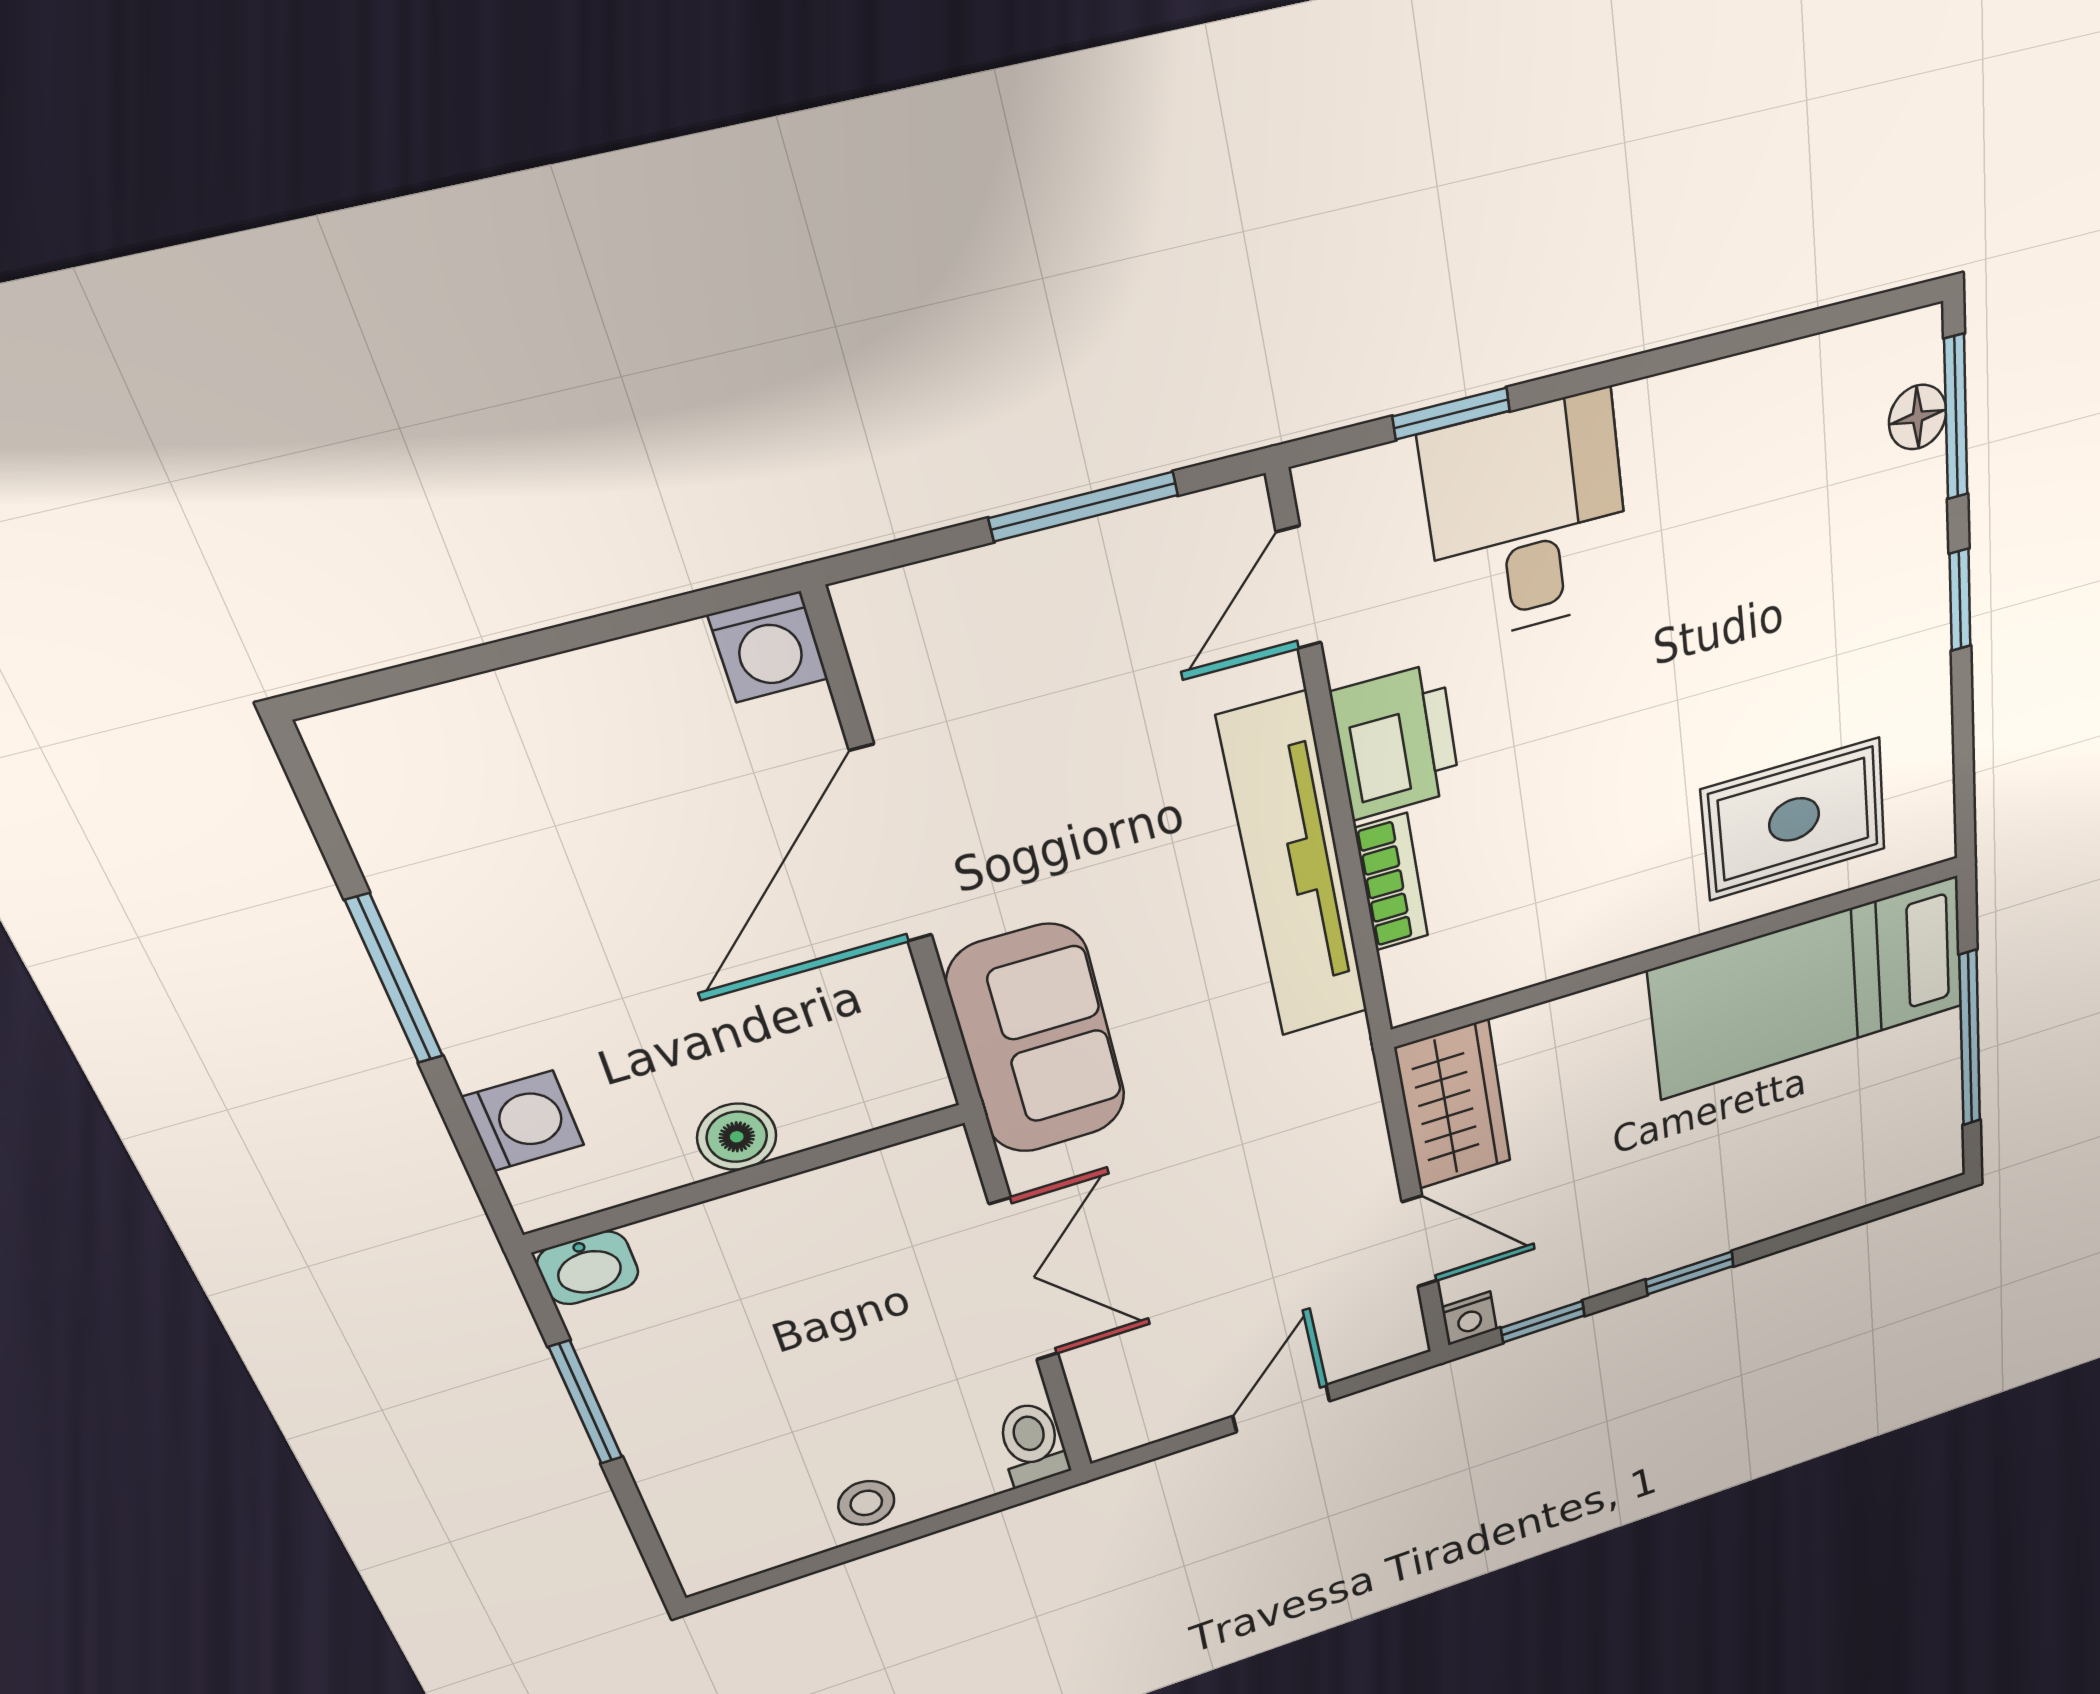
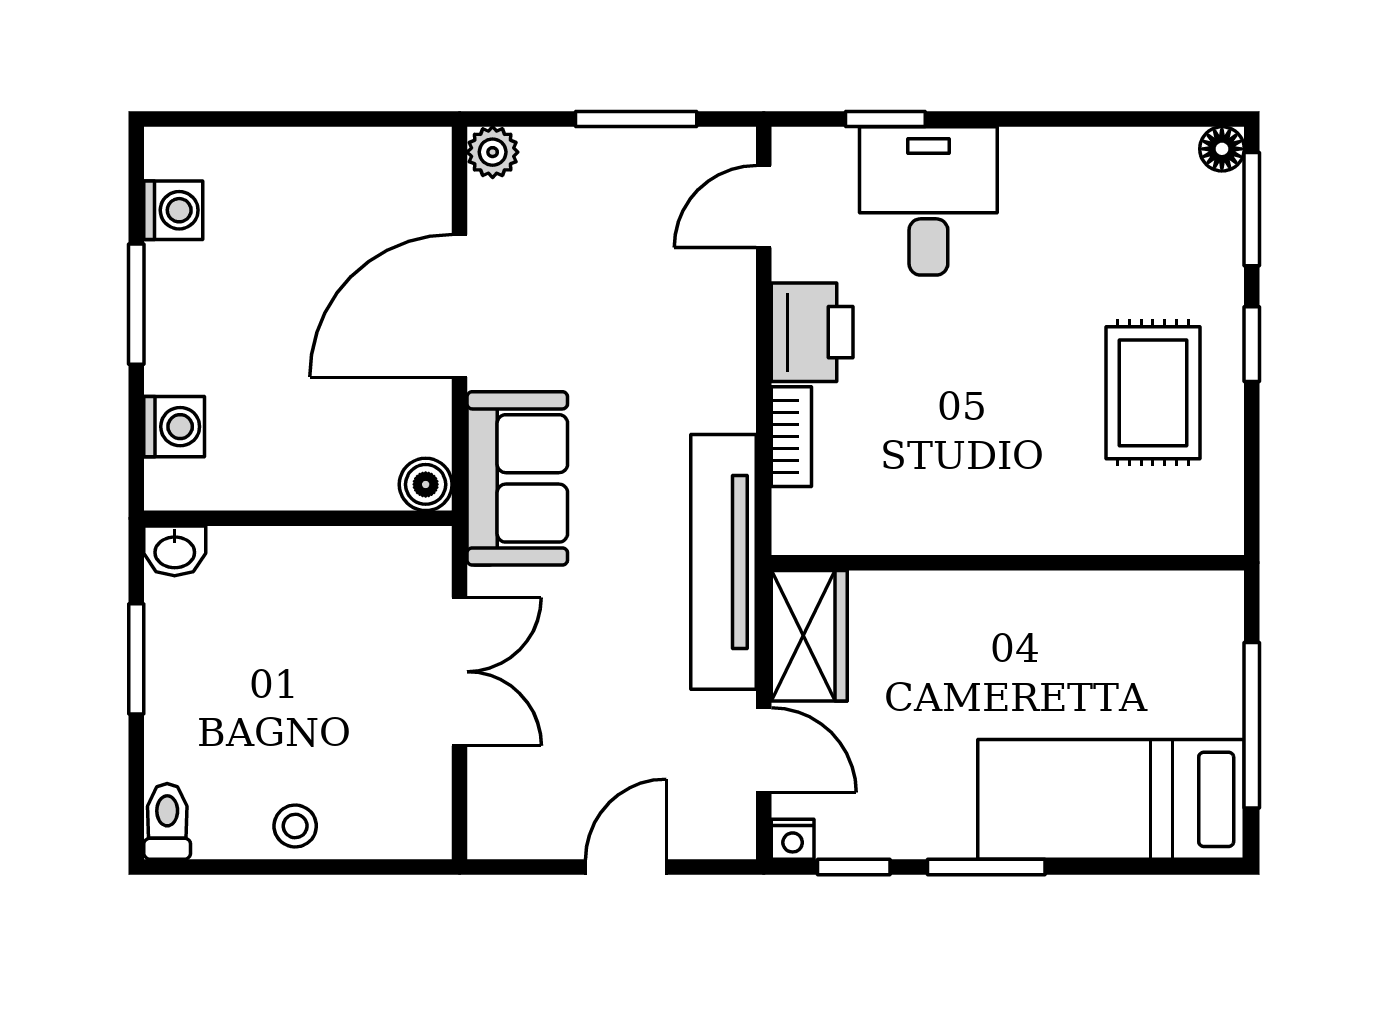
floor lamp: (1918, 417) -> (1222, 149), moved
plant: (876, 613) -> (493, 152), added
washing machine: (768, 647) -> (173, 210), moved, turned -90
rug: (1794, 819) -> (1153, 393), moved, turned 90
tv unit: (1294, 869) -> (724, 562), moved
bed: (1809, 988) -> (1111, 799), moved
boiler: (737, 1137) -> (426, 484), moved
window: (1690, 1273) -> (986, 867), width x1.50
toilet: (1032, 1444) -> (167, 821), moved

